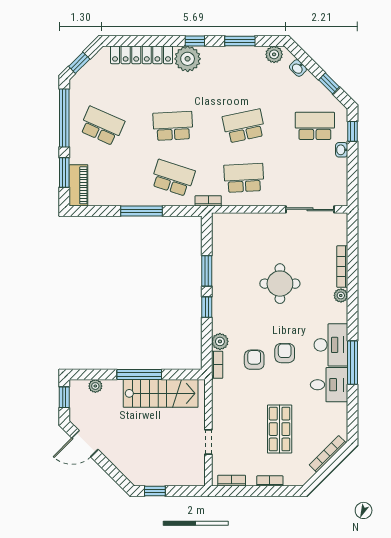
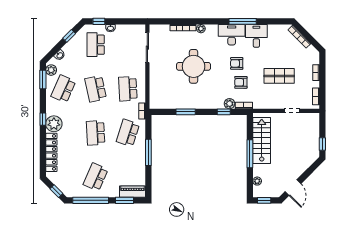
window: (240, 41) -> (43, 79), moved
school desk: (244, 74) -> (63, 89), added
round table: (280, 284) -> (194, 66), width x1.36, depth x1.36
window: (207, 307) -> (224, 112), moved
shop shelf: (280, 429) -> (279, 76), moved

